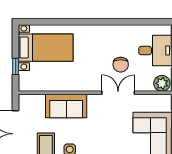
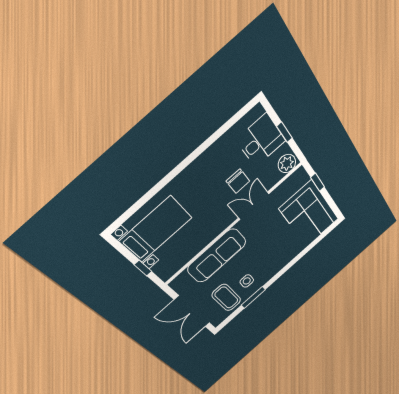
sofa: (66, 106) -> (217, 256), width x1.36

